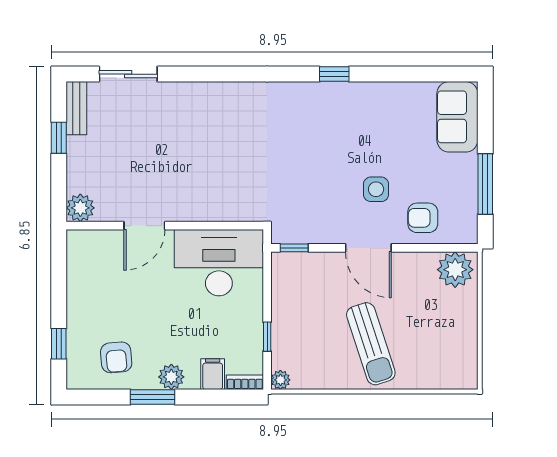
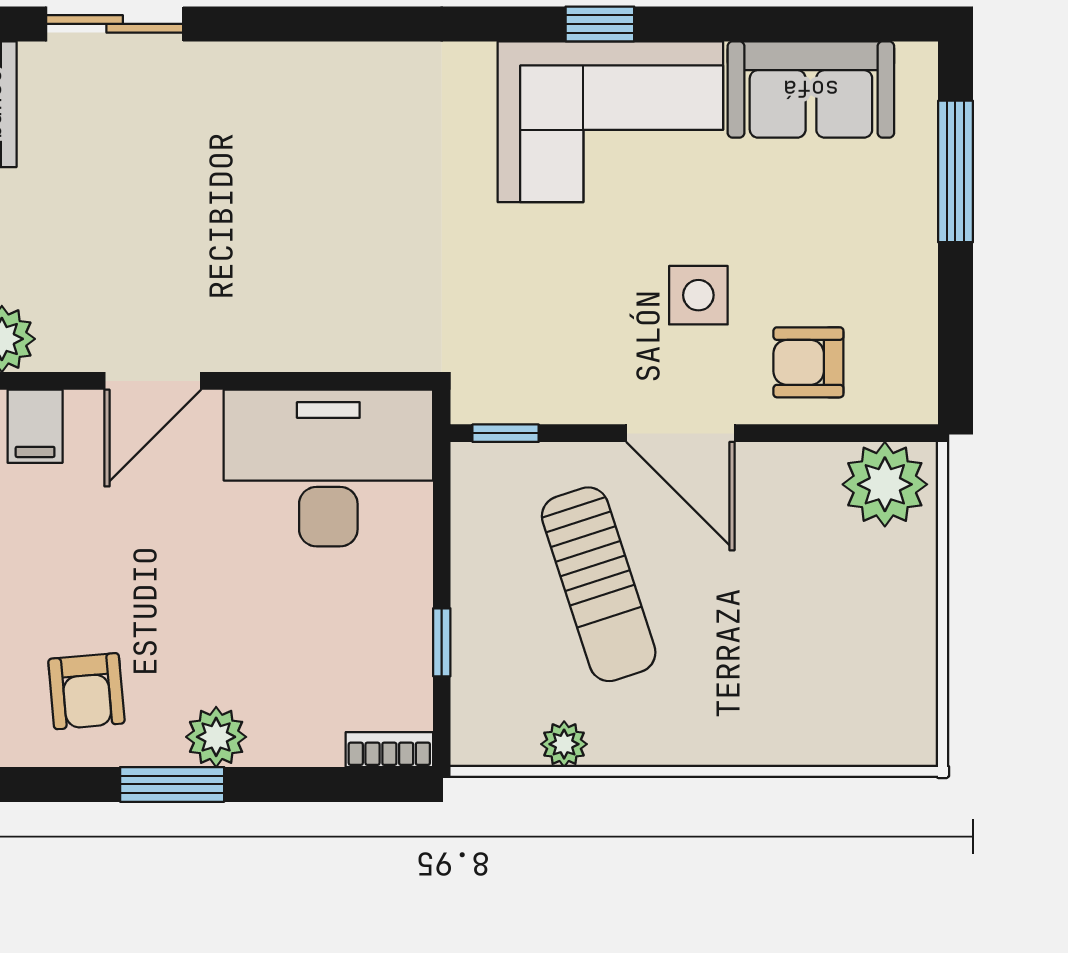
corner sofa: (339, 116) -> (610, 122), added
sofa: (457, 117) -> (811, 89), moved, turned -90
window: (485, 184) -> (955, 171), moved
sun lounger: (371, 344) -> (599, 584), moved
filing cabinet: (213, 374) -> (35, 426), moved, turned 180
plant: (280, 380) -> (564, 744), moved

